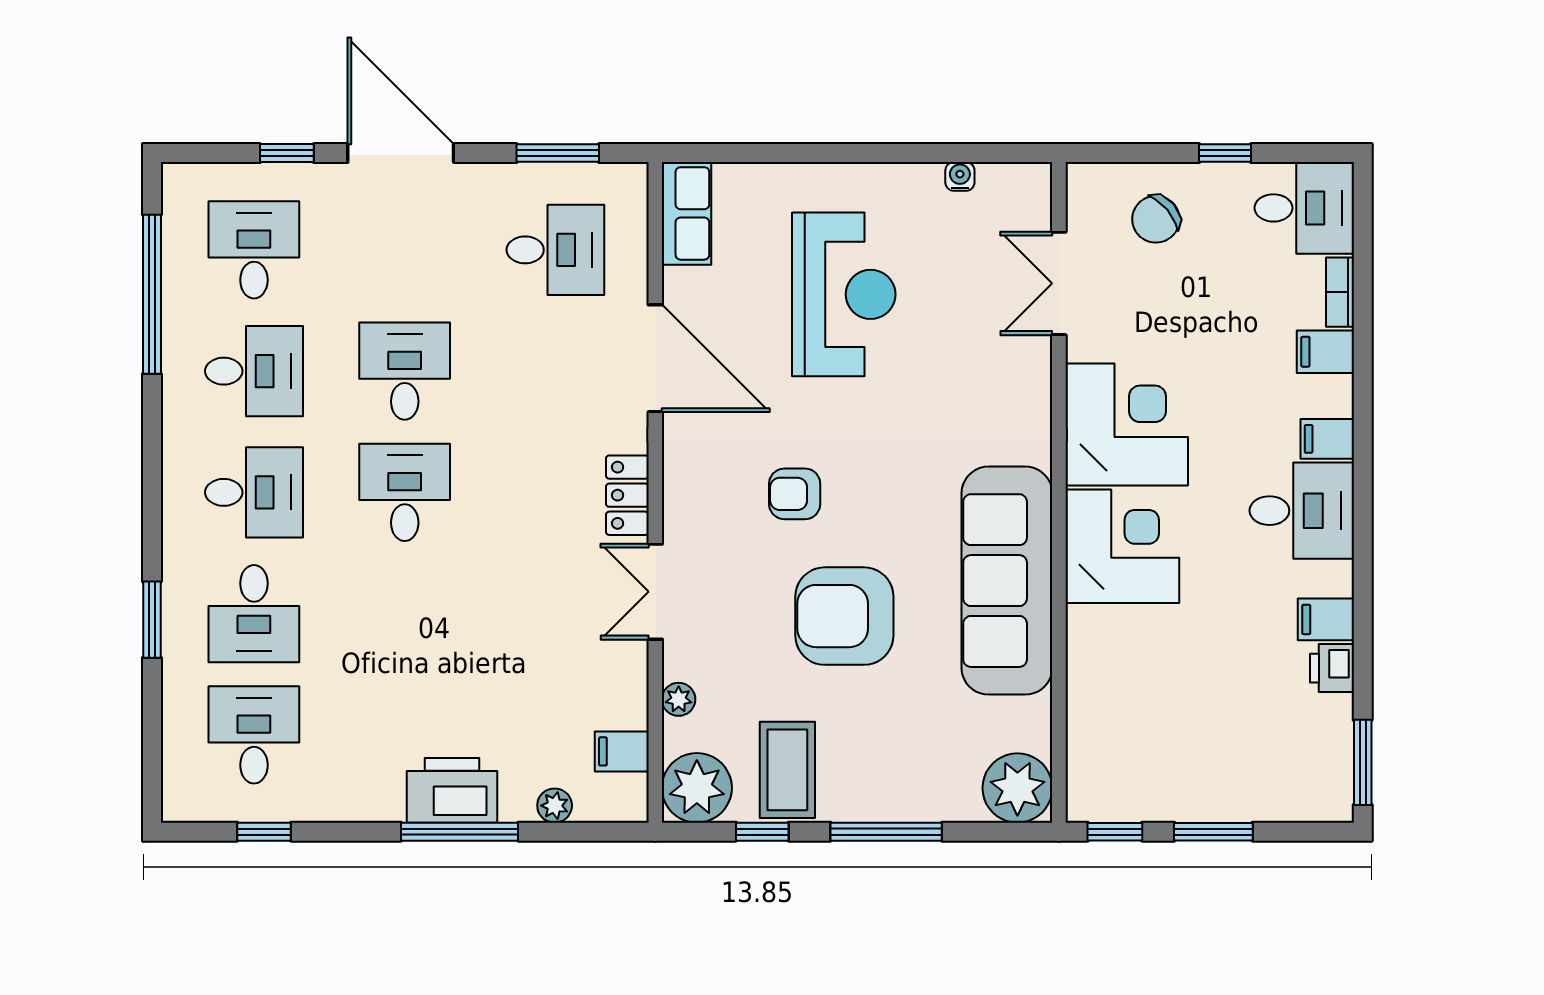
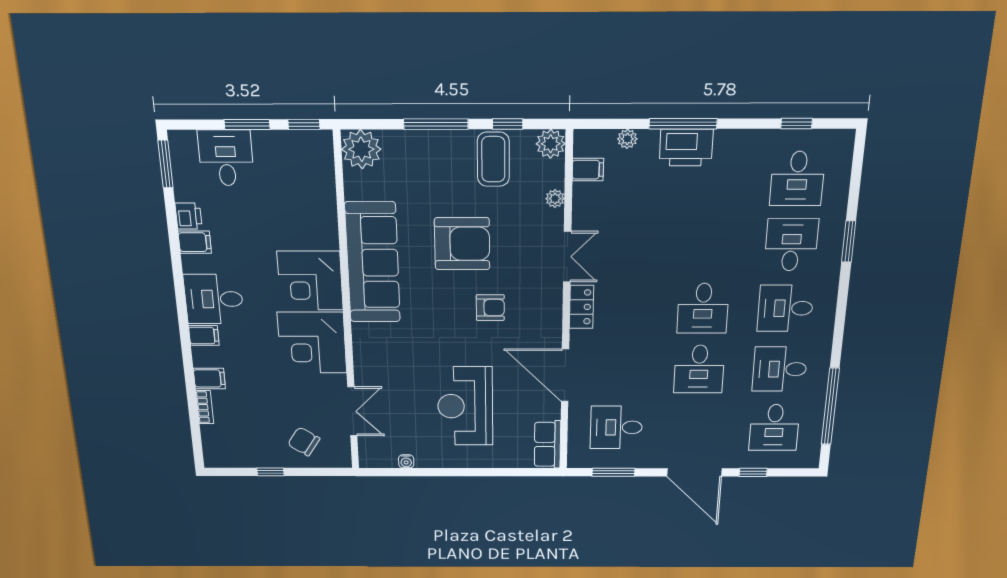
desk: (1304, 208) -> (226, 158), moved, turned 90
chair: (1156, 219) -> (304, 441), turned -107
plant: (697, 788) -> (551, 144), width x0.73, depth x0.73

